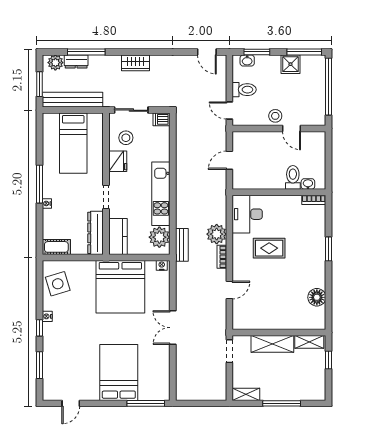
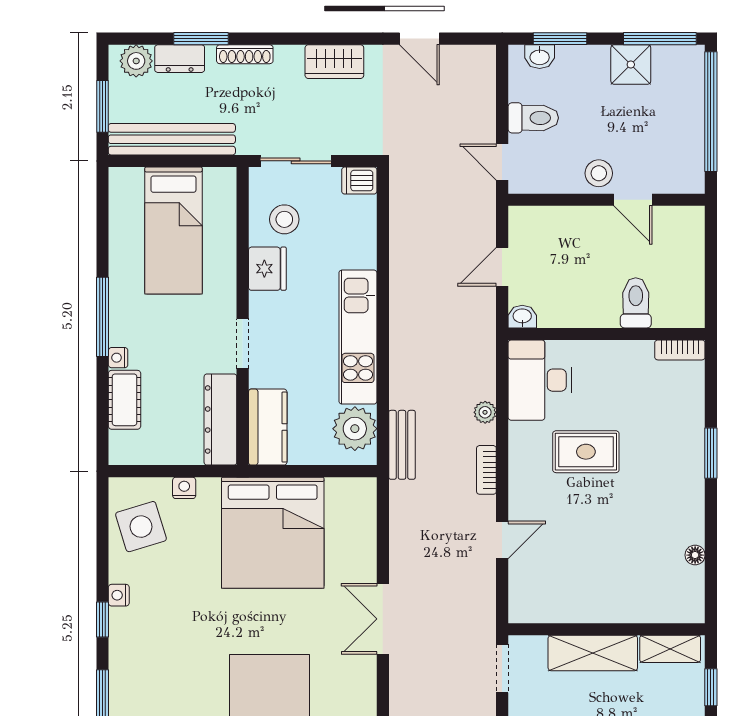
window: (86, 52) -> (201, 39), width x0.69
door: (207, 52) -> (419, 39), moved
shoe rack: (107, 59) -> (245, 54), added
wardrobe: (135, 63) -> (334, 62), moved
washbasin: (308, 184) -> (522, 317), moved
plant: (217, 234) -> (485, 412), width x0.53, depth x0.53
cot: (56, 247) -> (125, 400), moved, turned 90
nightstand: (162, 265) -> (184, 488), moved
floor lamp: (317, 297) -> (695, 555), width x0.53, depth x0.53

